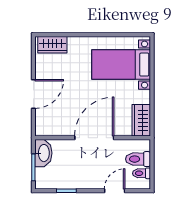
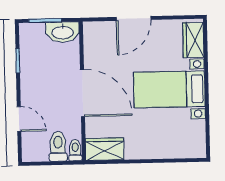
bed with nightstands: (121, 65) -> (169, 89), moved, turned -90
door: (33, 94) -> (134, 18), hinge flipped
toilet: (142, 173) -> (75, 150), moved

